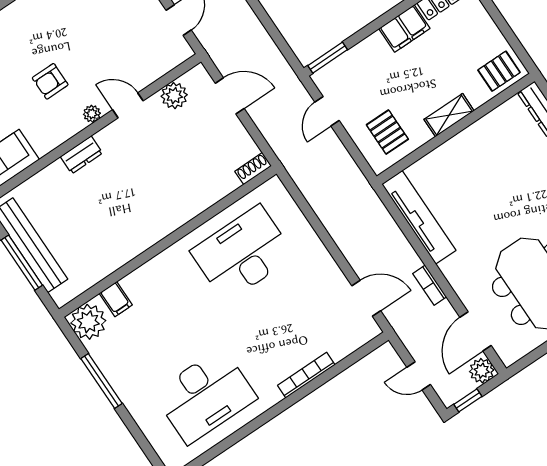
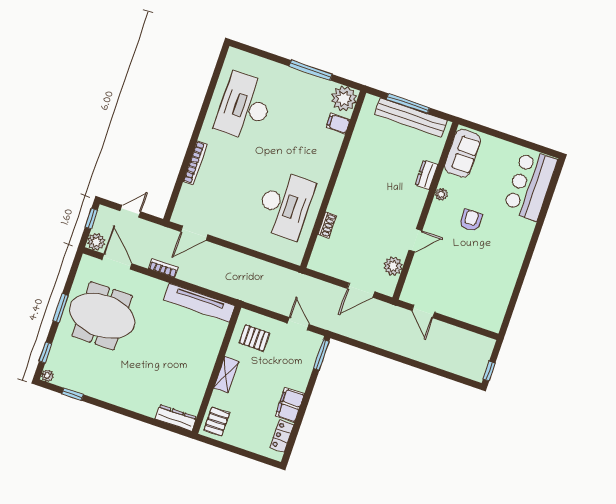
plant: (92, 114) -> (441, 194), moved
dresser: (81, 155) -> (426, 175), moved
shoe rack: (253, 169) -> (327, 225), moved

